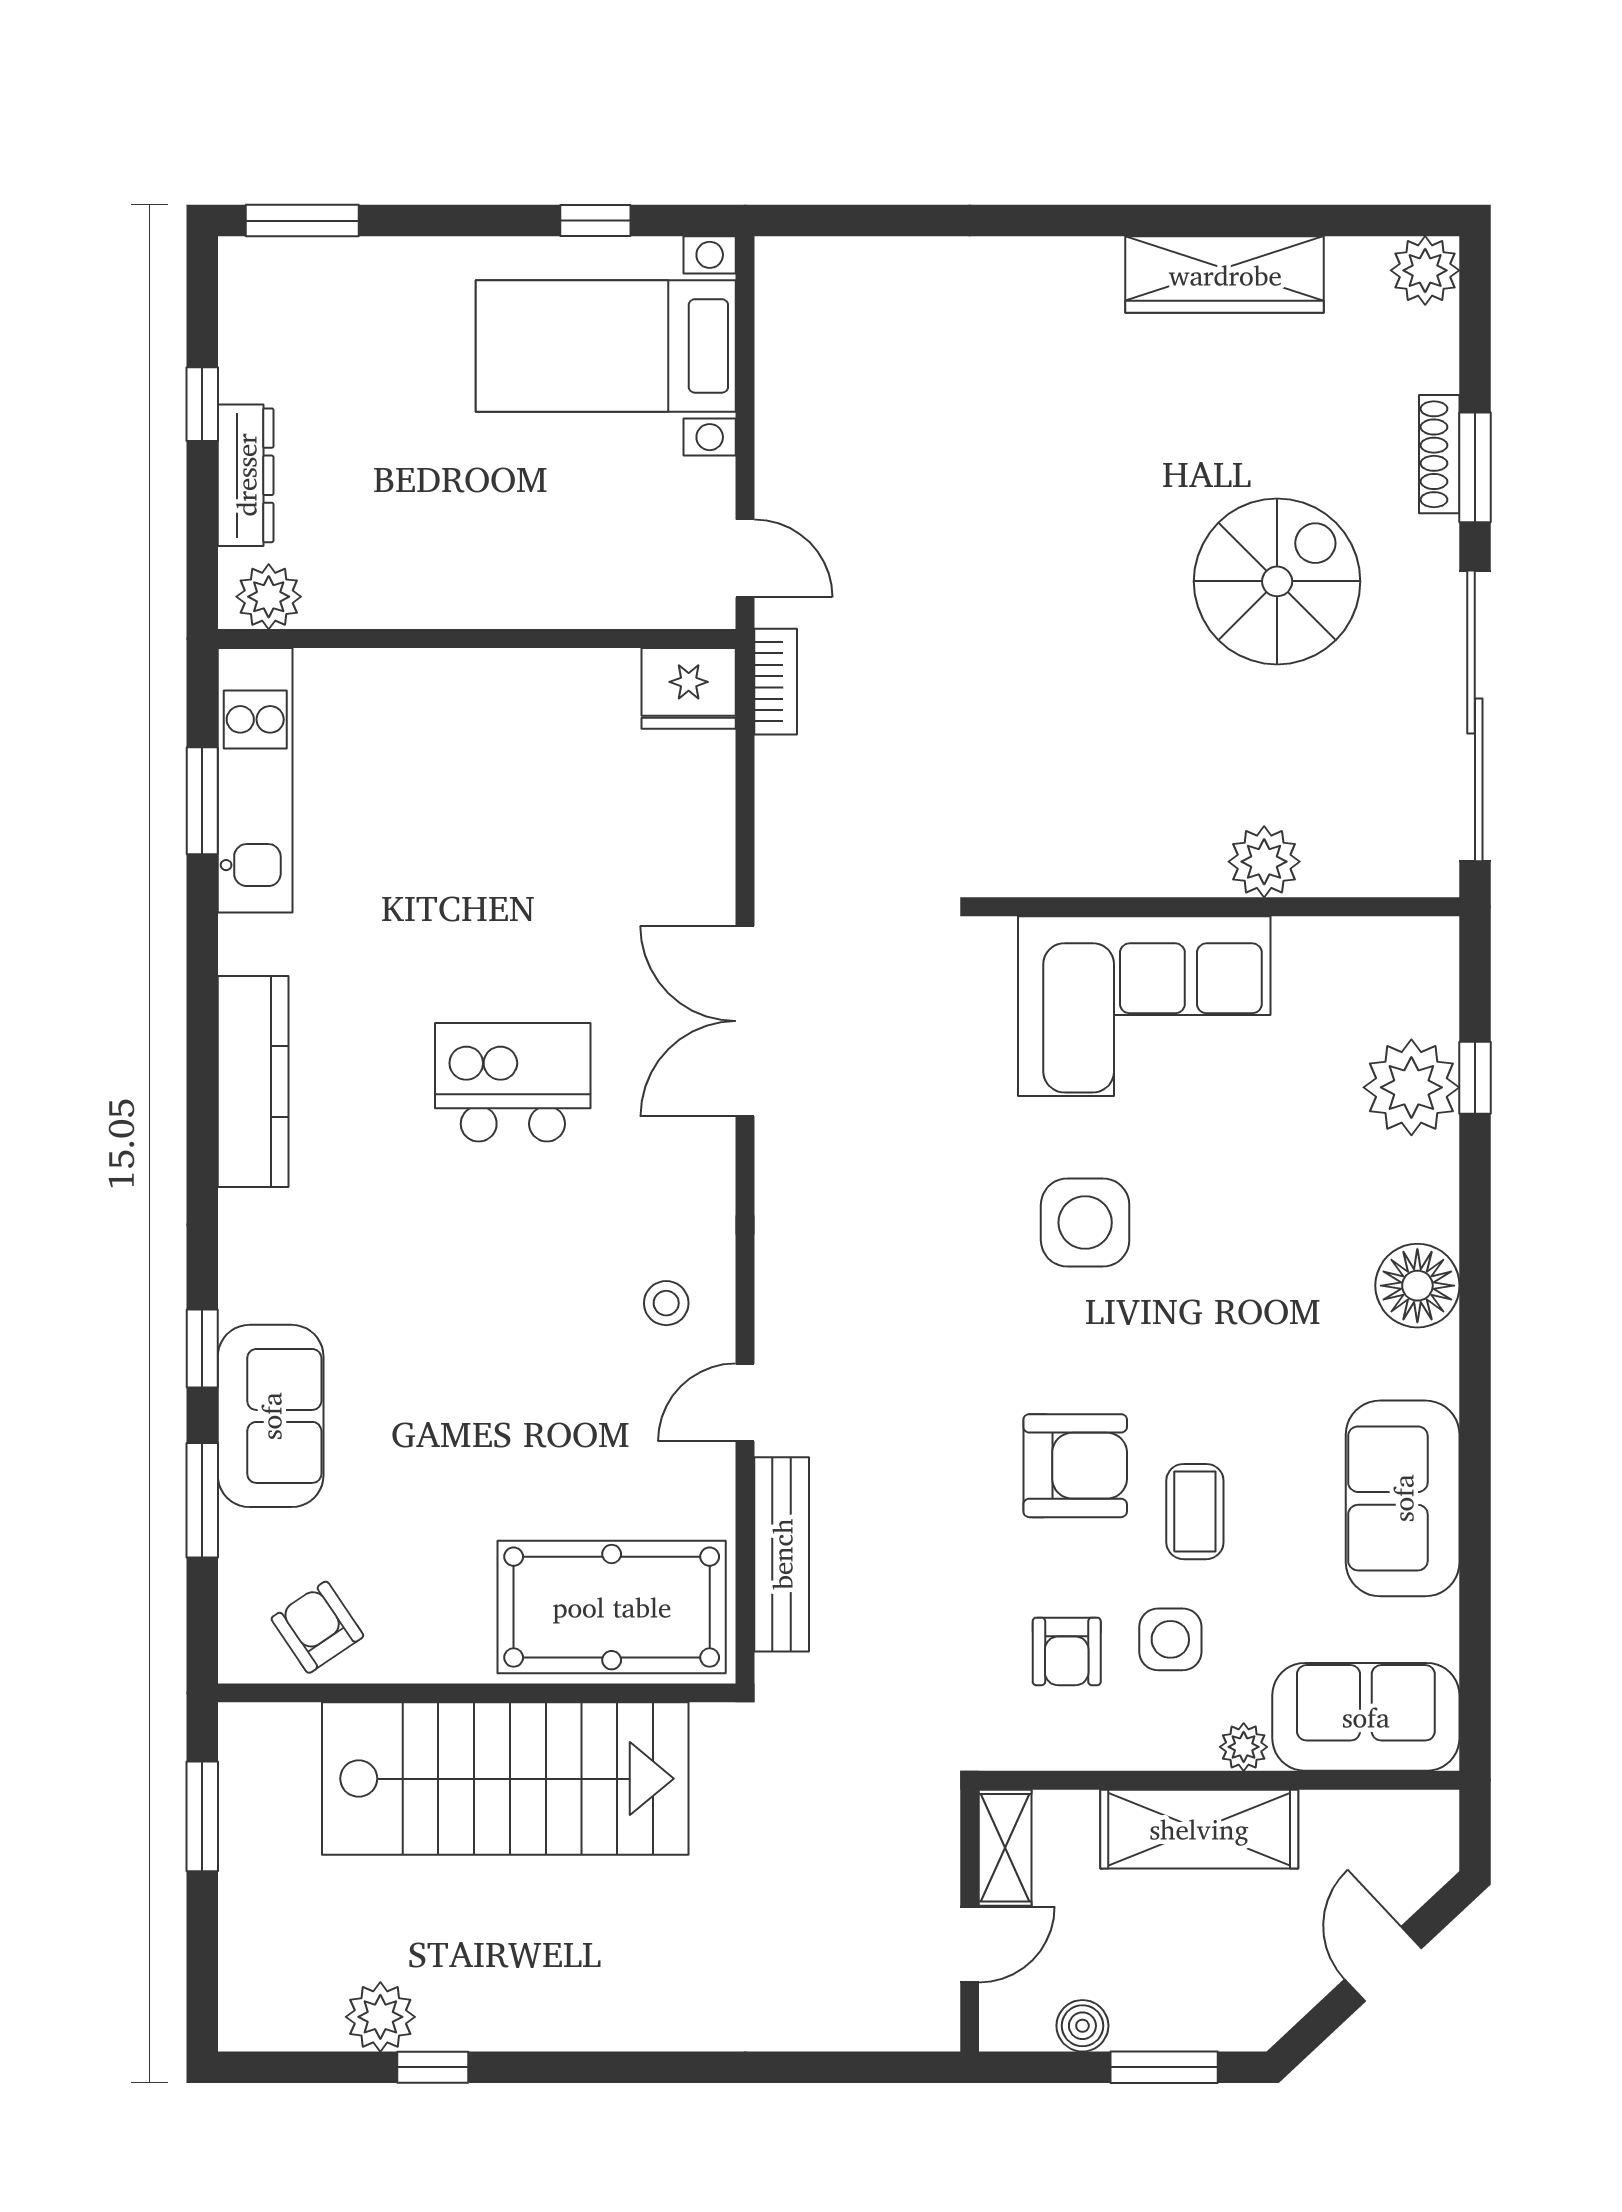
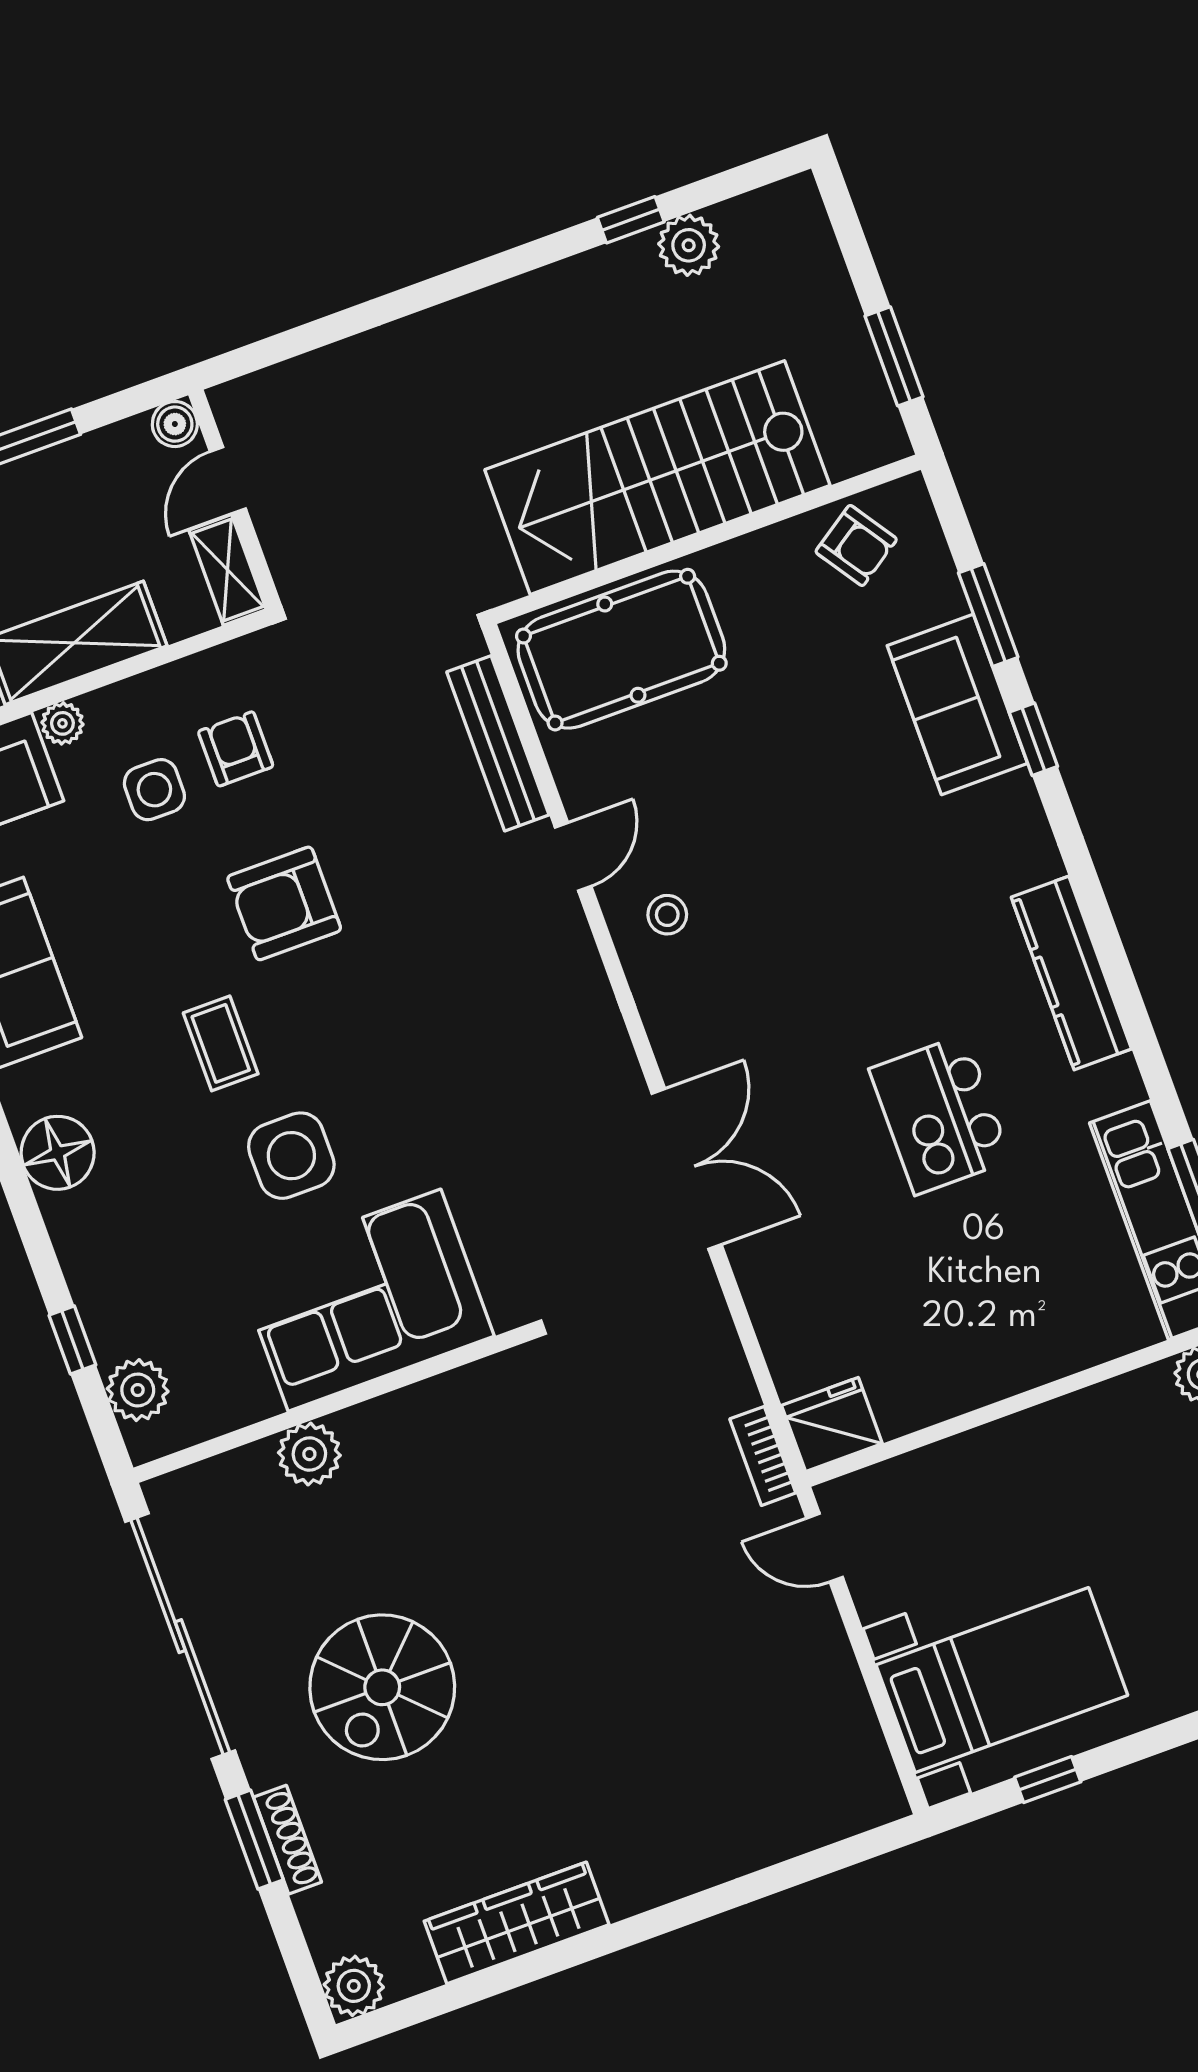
kitchen island: (513, 1082) -> (940, 1115), moved, turned 90
plant: (1411, 1087) -> (138, 1390), moved, width x0.73, depth x0.73
side table: (1085, 1222) -> (291, 1156), moved
coffee table: (1195, 1512) -> (221, 1043), moved
boiler: (1082, 2026) -> (175, 424), moved

